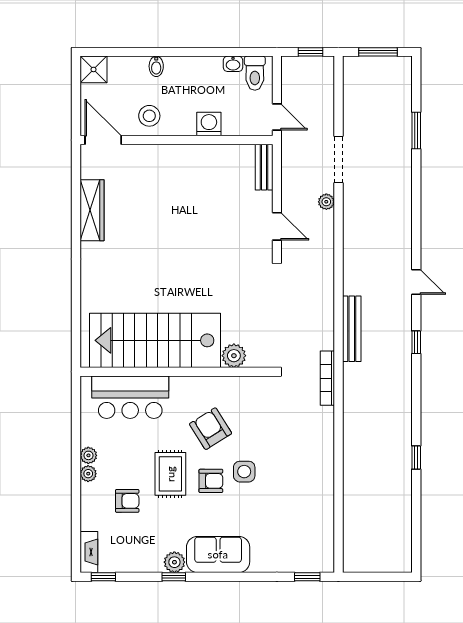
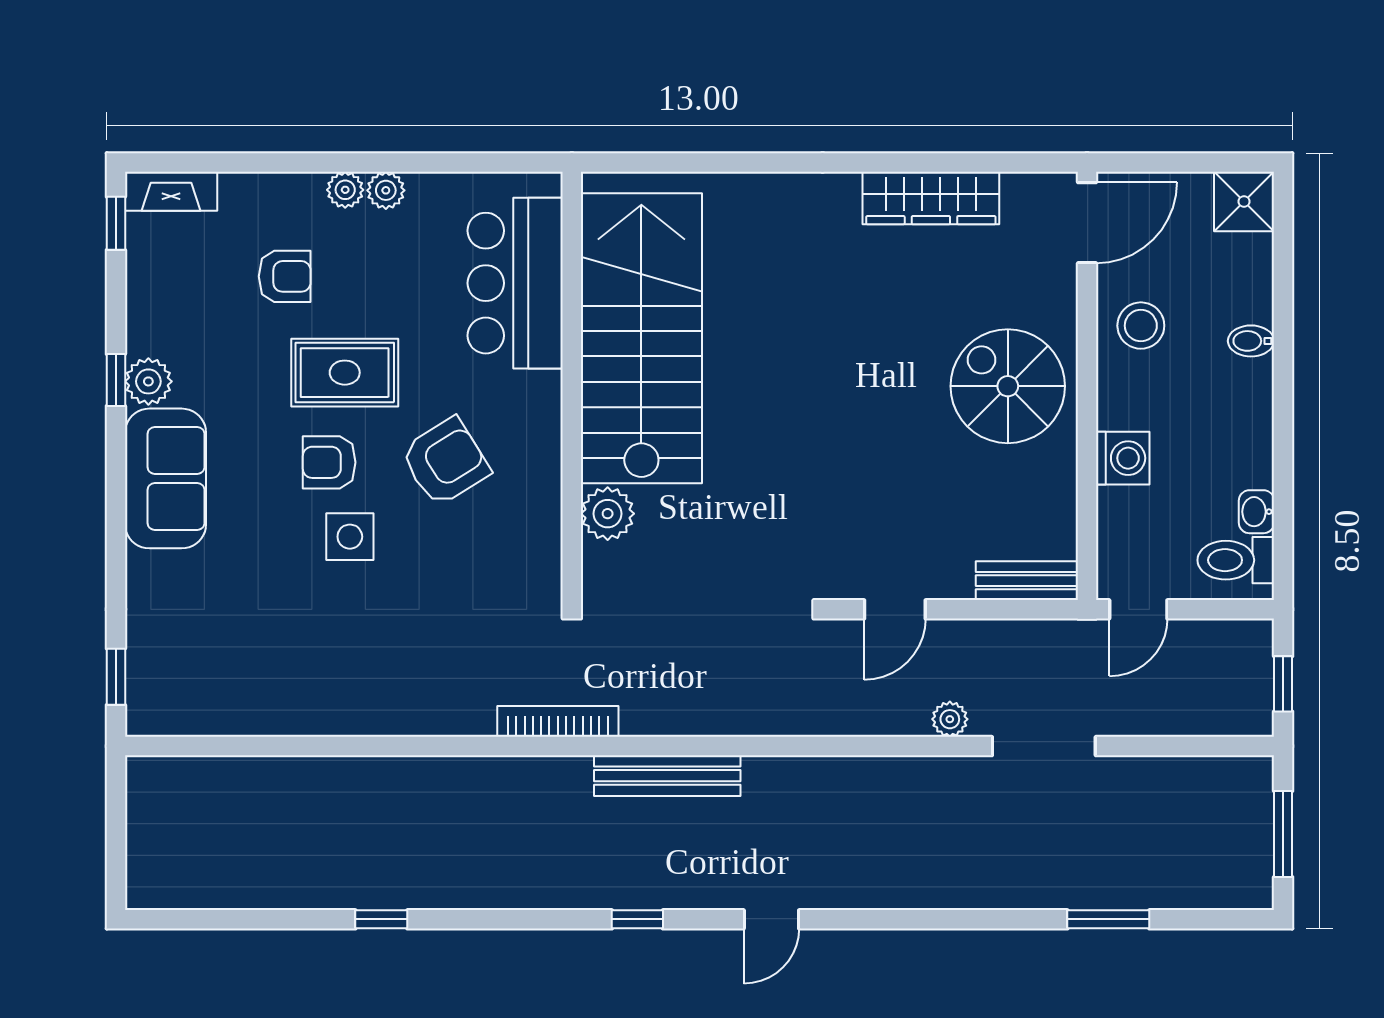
spiral stairs: (177, 176) -> (1008, 386), added
armchair: (211, 481) -> (329, 462), turned 90
armchair: (127, 501) -> (285, 276), turned -90

